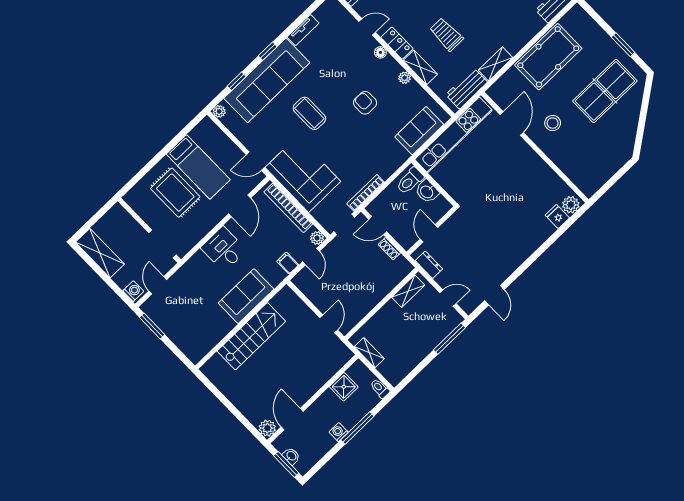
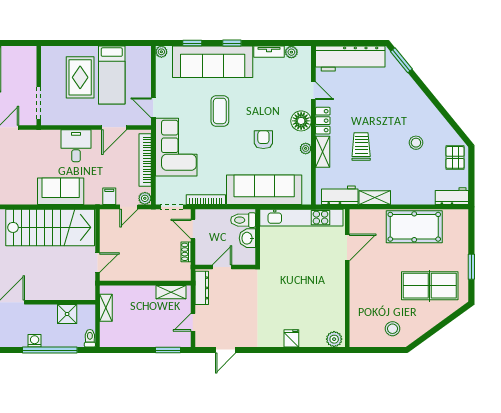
plant: (321, 13) -> (291, 52), added
floor lamp: (380, 52) -> (301, 121), width x1.89, depth x1.89
stool: (553, 123) -> (392, 329), moved
sofa: (419, 131) -> (264, 190), width x1.85, depth x1.27
fridge: (557, 217) -> (291, 338), moved
dresser: (429, 265) -> (202, 288), width x1.44
door: (448, 298) -> (193, 322), swing flipped
stairs: (251, 336) -> (50, 227), width x1.36, depth x1.51
window: (450, 339) -> (168, 350), width x0.69
window: (357, 428) -> (50, 350), width x1.46

